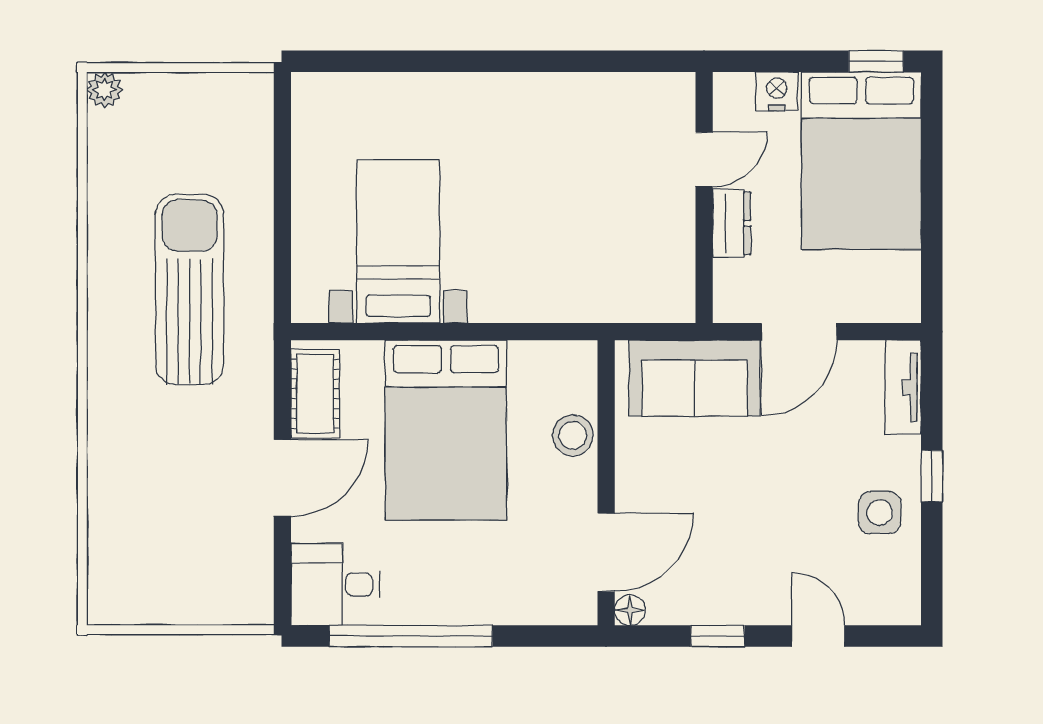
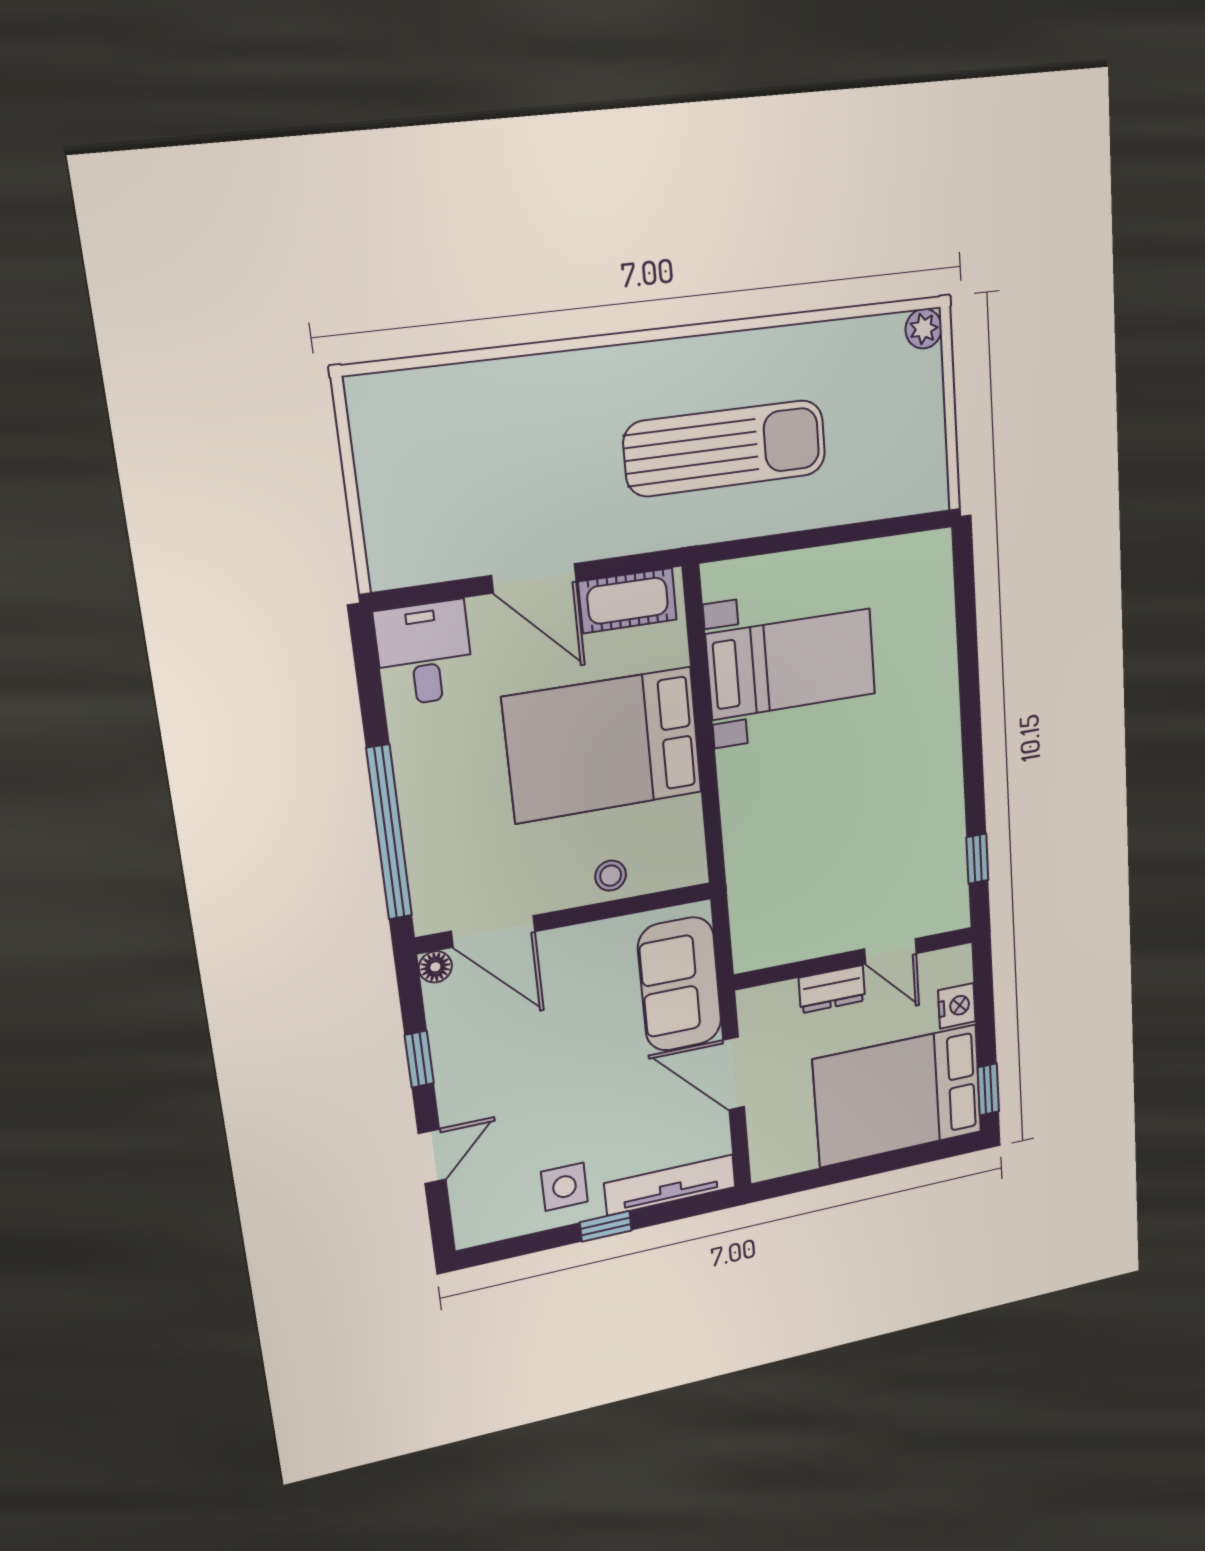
window: (625, 61) -> (977, 859), added
tv unit: (903, 387) -> (670, 1185), width x1.41
stool: (573, 435) -> (611, 876), width x0.73, depth x0.73
window: (411, 636) -> (389, 833), moved

